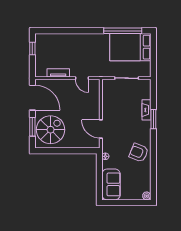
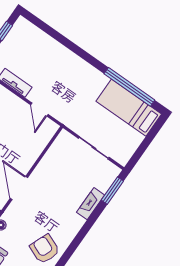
bed: (130, 47) -> (129, 108), width x0.67
window: (153, 119) -> (112, 191), moved

